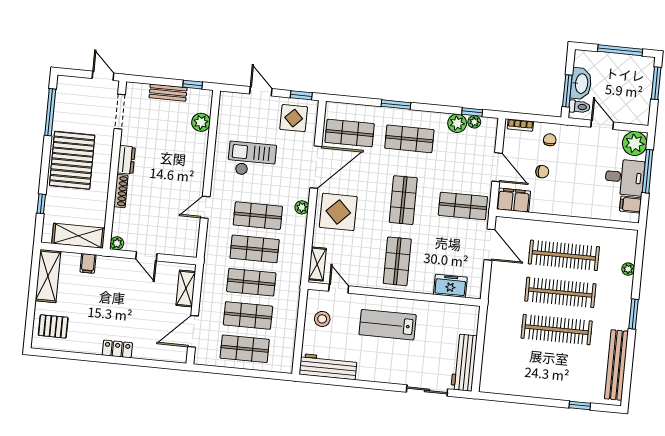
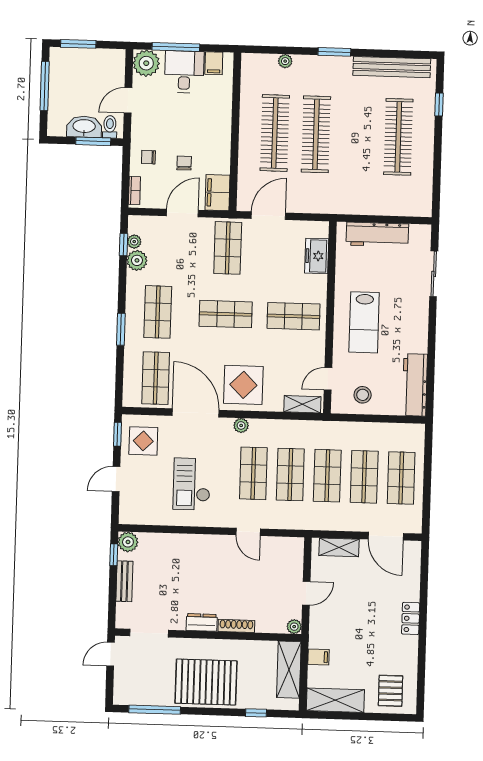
plant: (201, 122) -> (128, 542), moved
clothes rail: (557, 330) -> (398, 137), moved
workbench: (464, 363) -> (377, 234), moved

